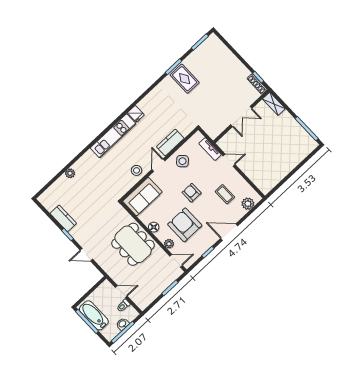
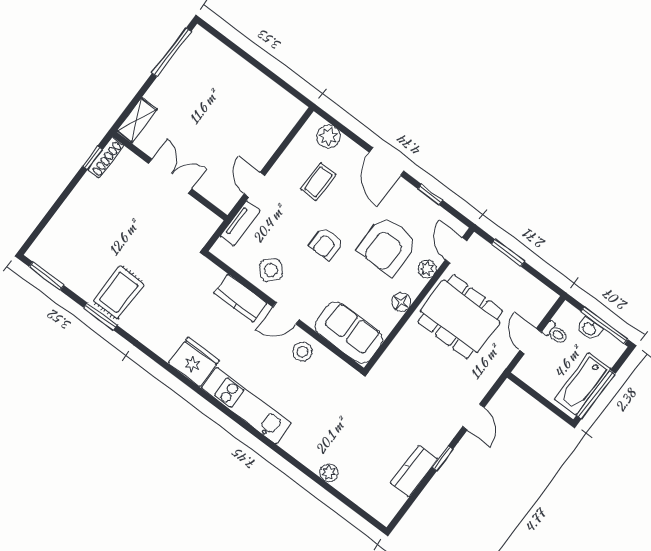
fridge: (136, 114) -> (194, 362), width x1.88, depth x1.34
dining table: (133, 244) -> (460, 317), moved, turned 90

